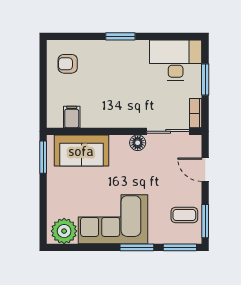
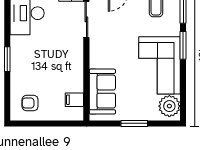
armchair: (68, 64) -> (30, 103), turned 90
floor lamp: (138, 143) -> (96, 45), removed
window: (43, 157) -> (134, 123), moved

